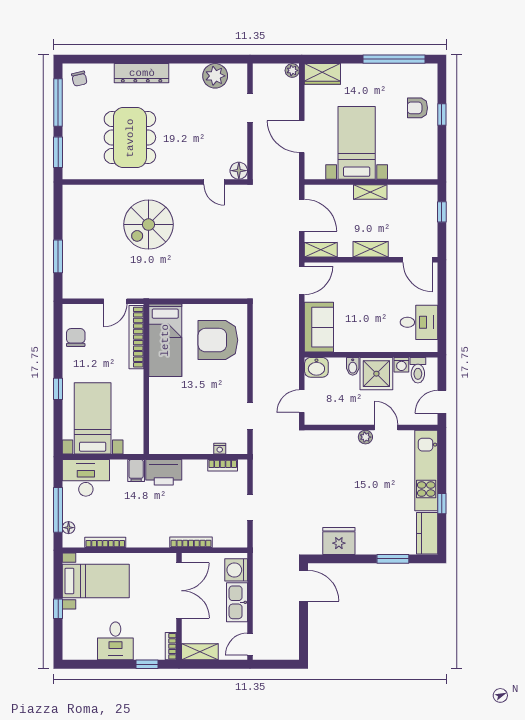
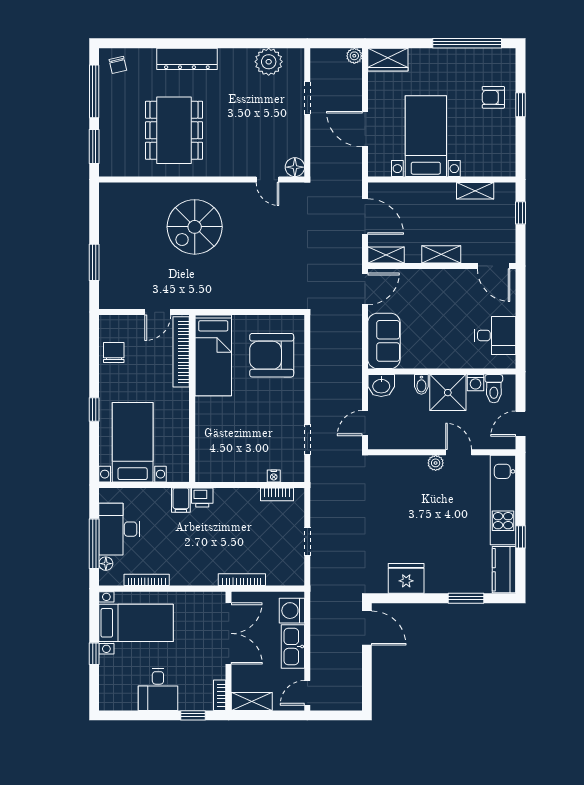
shelving: (370, 192) -> (475, 191), moved
printer: (164, 472) -> (202, 497), width x0.53, depth x0.68
desk: (86, 478) -> (119, 529), moved, turned -90

